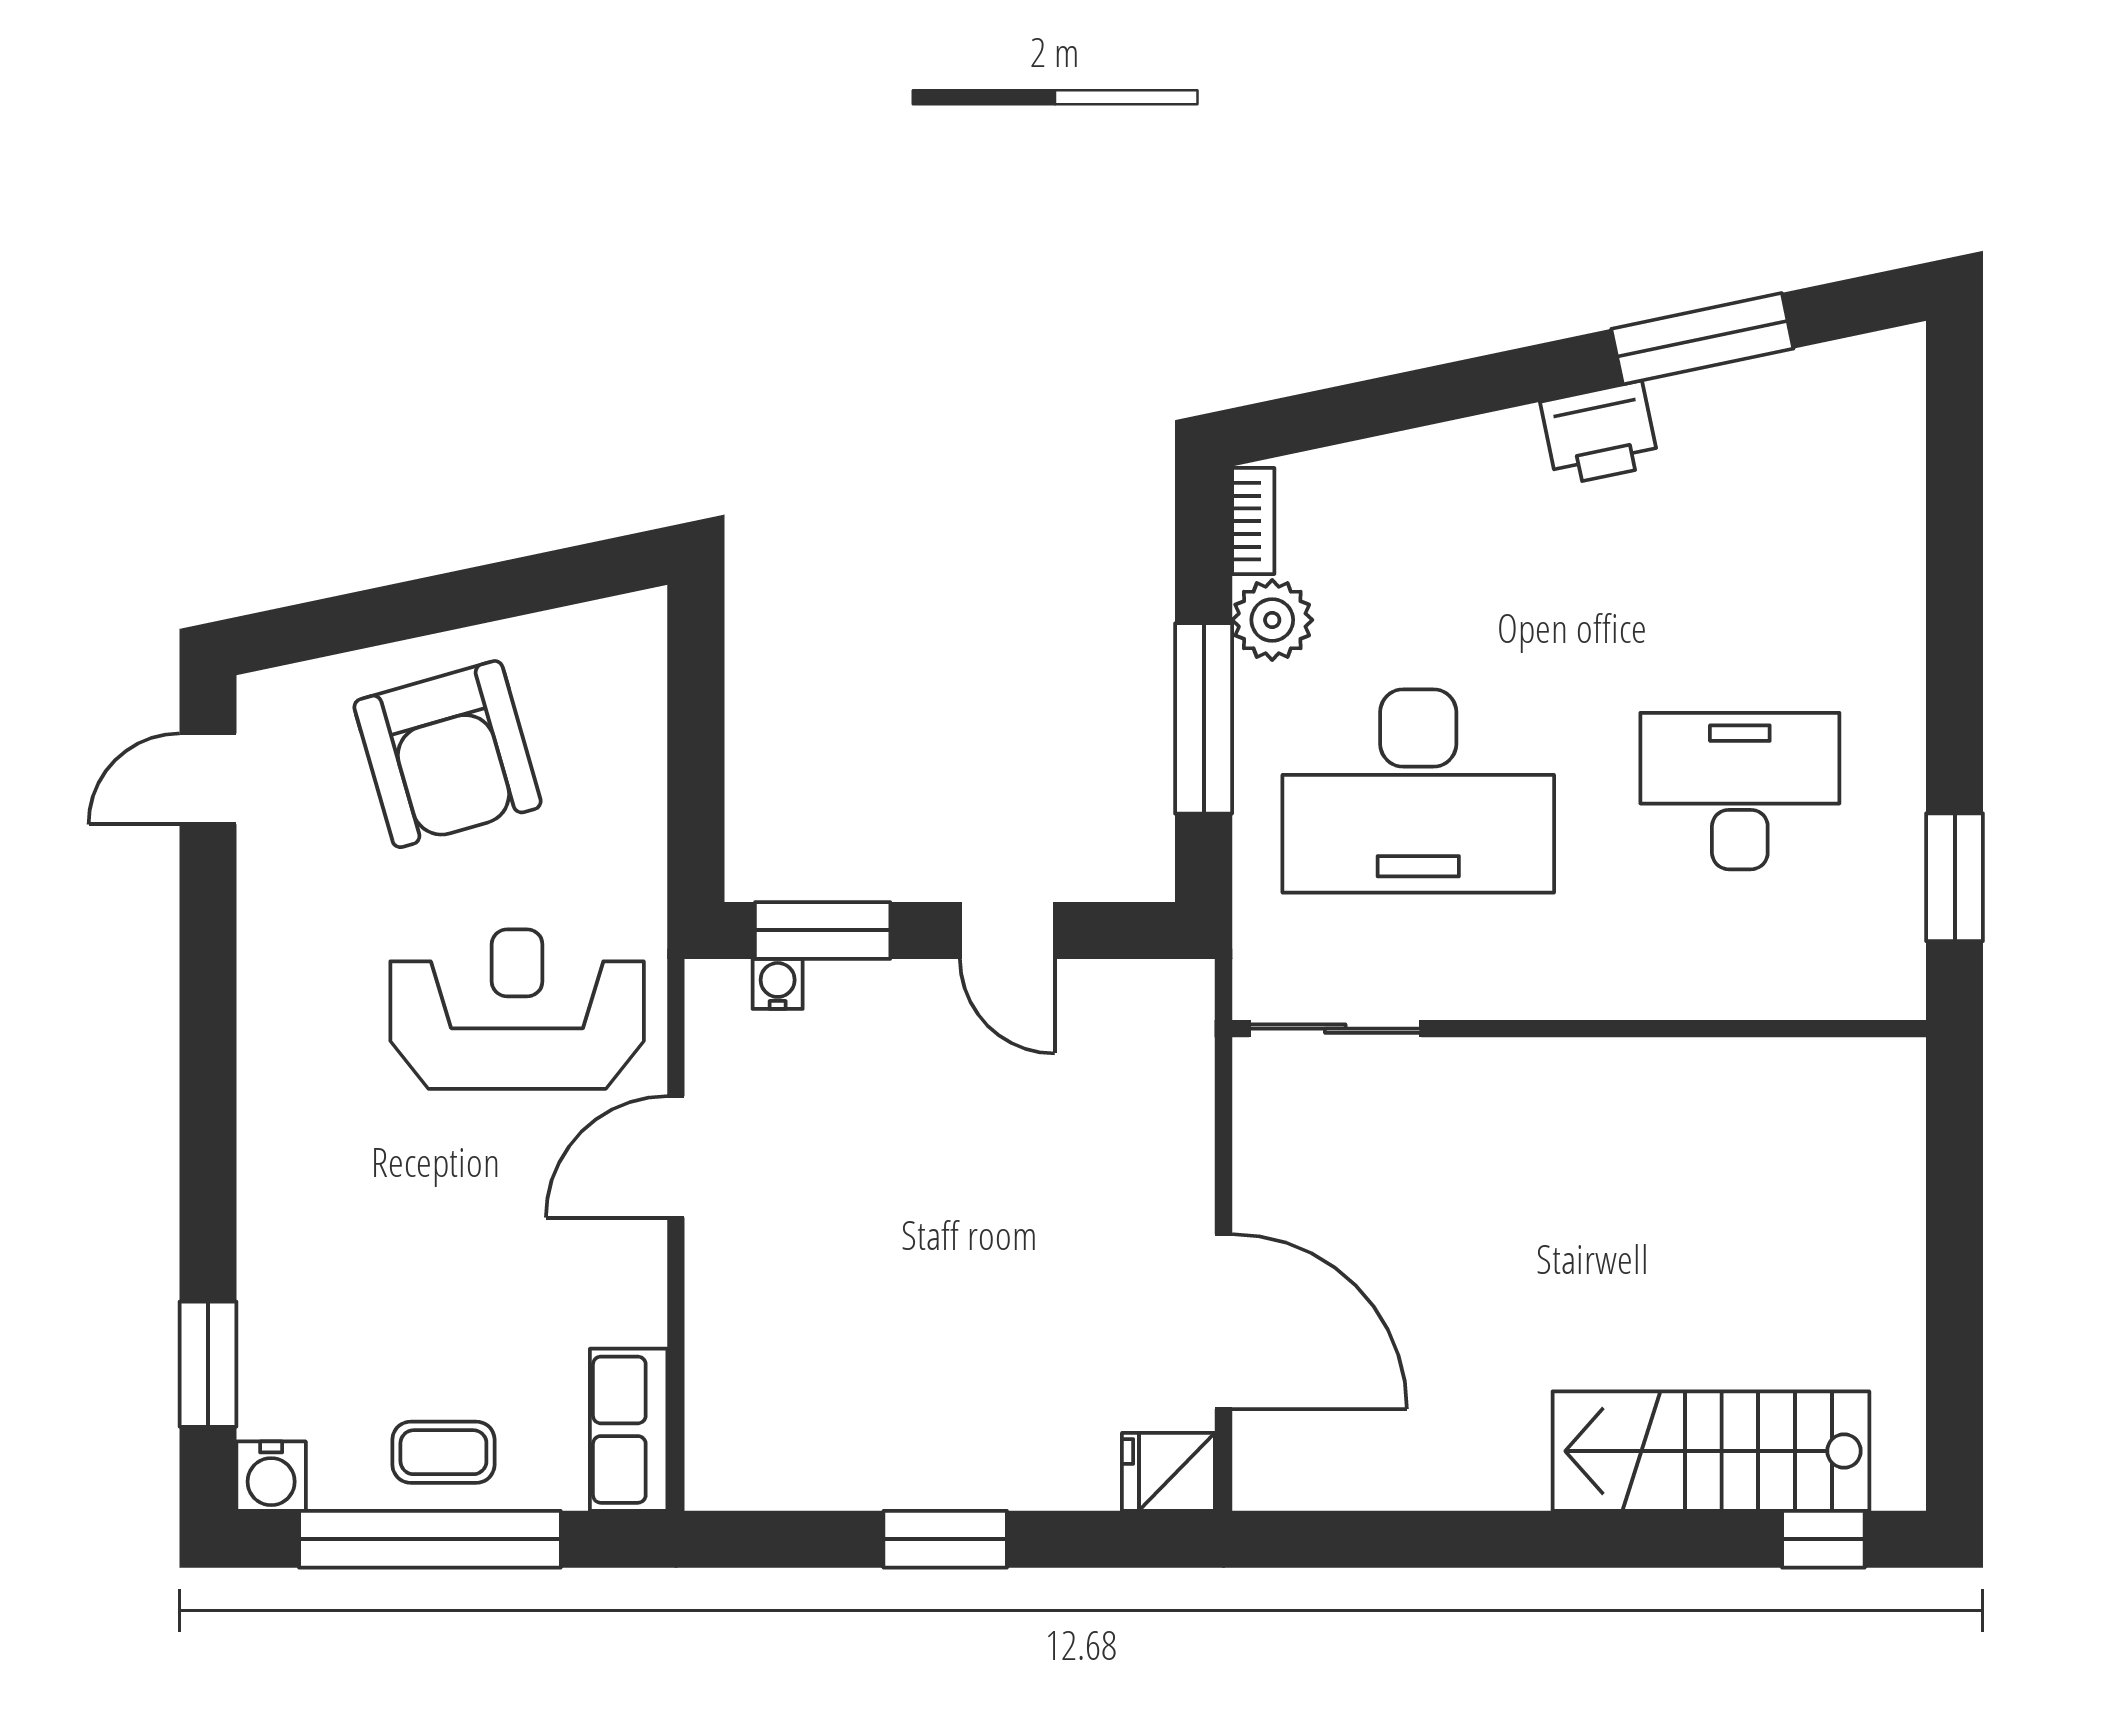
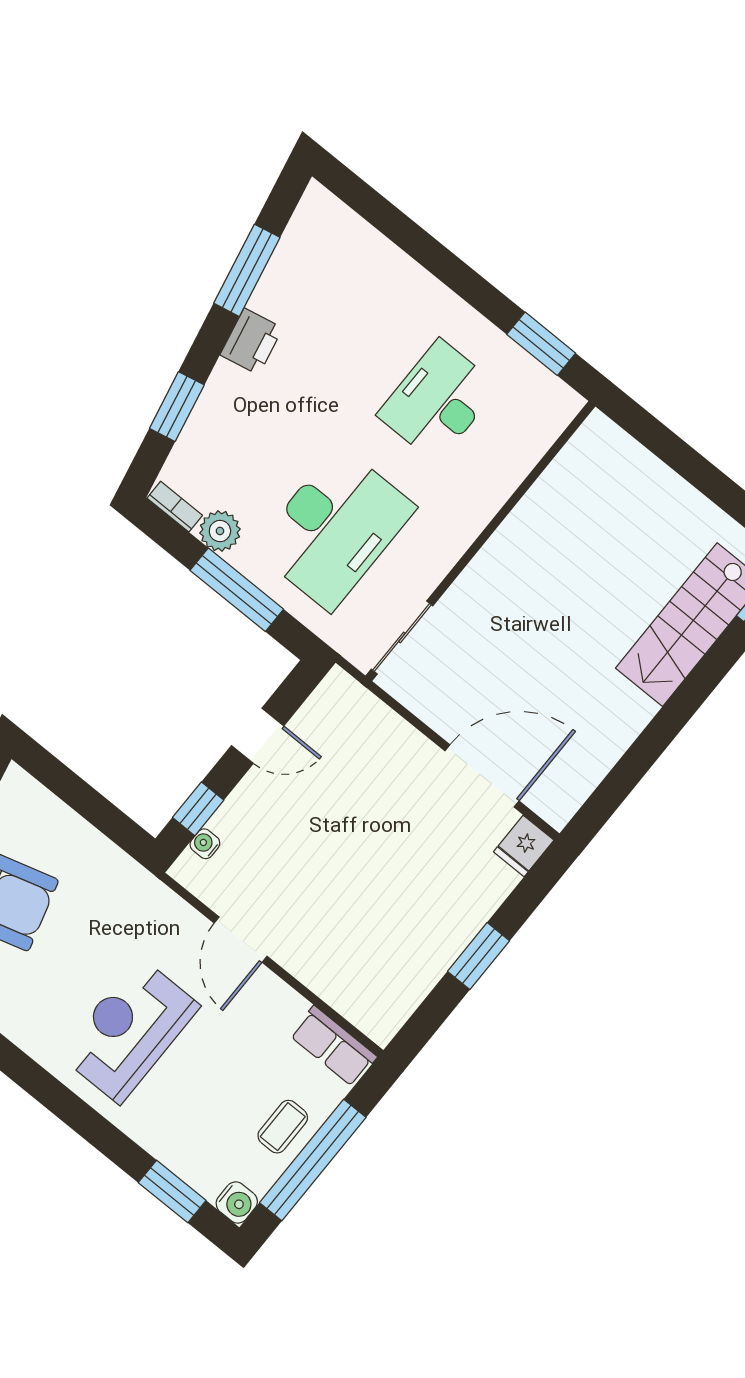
window: (1408, 400) -> (177, 407), added
window: (823, 930) -> (198, 809), width x0.67
reception desk: (517, 1009) -> (129, 1030), moved

